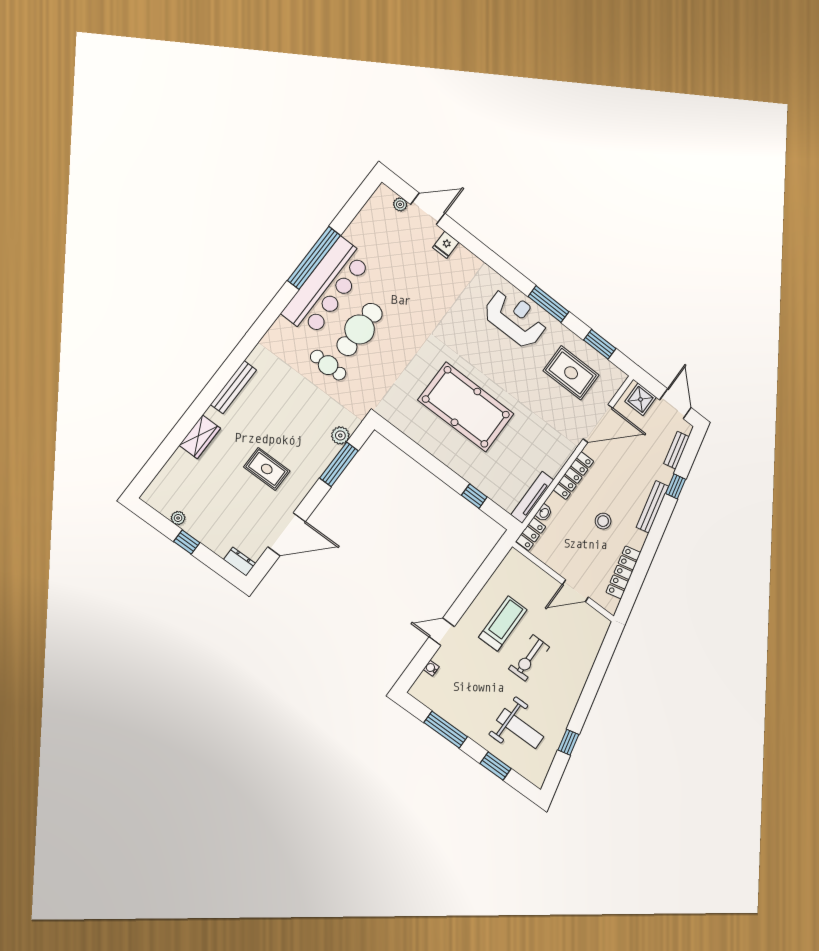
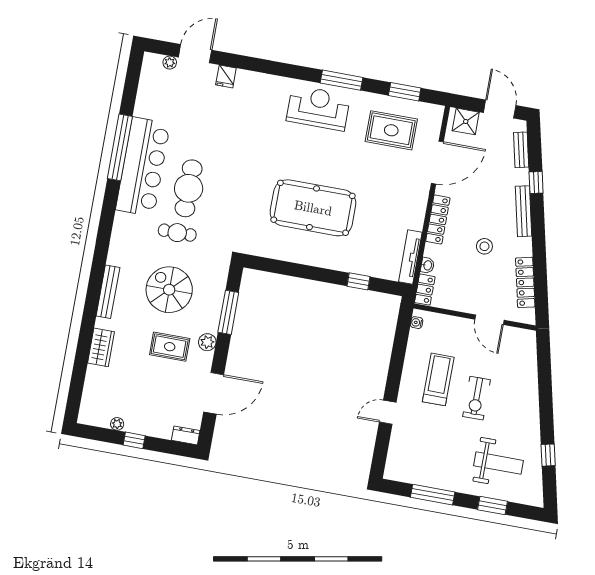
spiral stairs: (294, 415) -> (169, 290), added
plant: (340, 435) -> (207, 342), moved
door: (575, 591) -> (489, 320), hinge flipped
water cooler: (431, 668) -> (417, 323), moved

